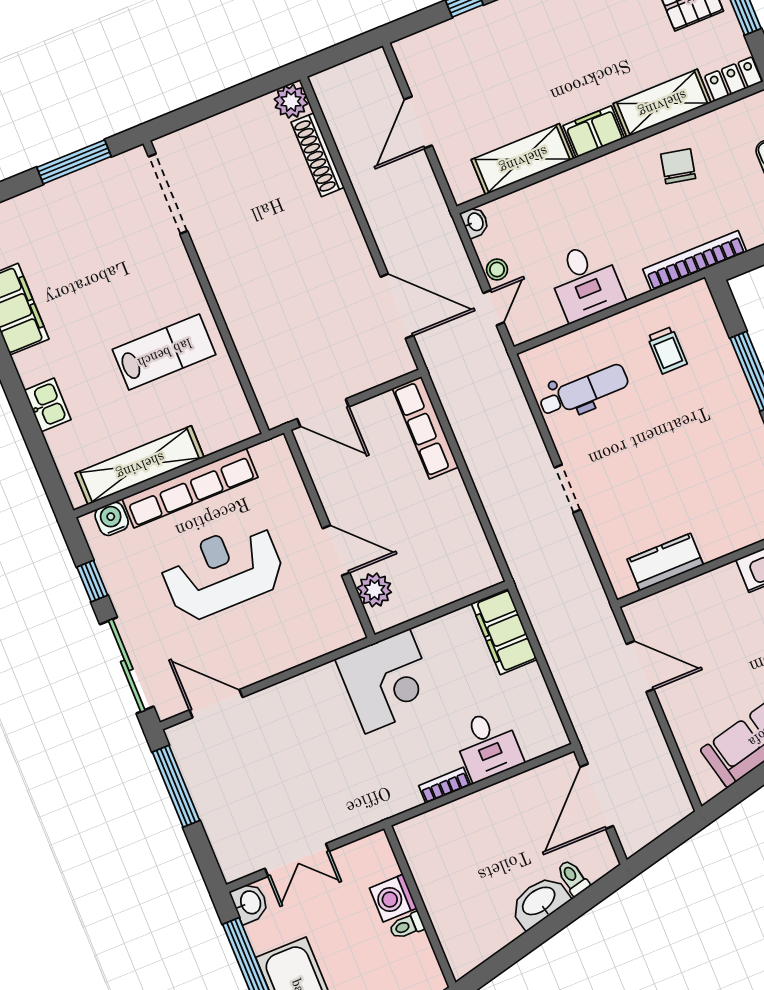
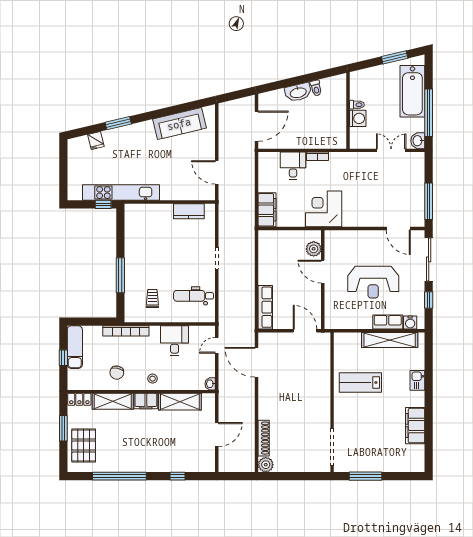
stool: (497, 270) -> (153, 379), moved
row of seats: (190, 488) -> (388, 322), width x0.50
toilet: (573, 878) -> (316, 88), moved

